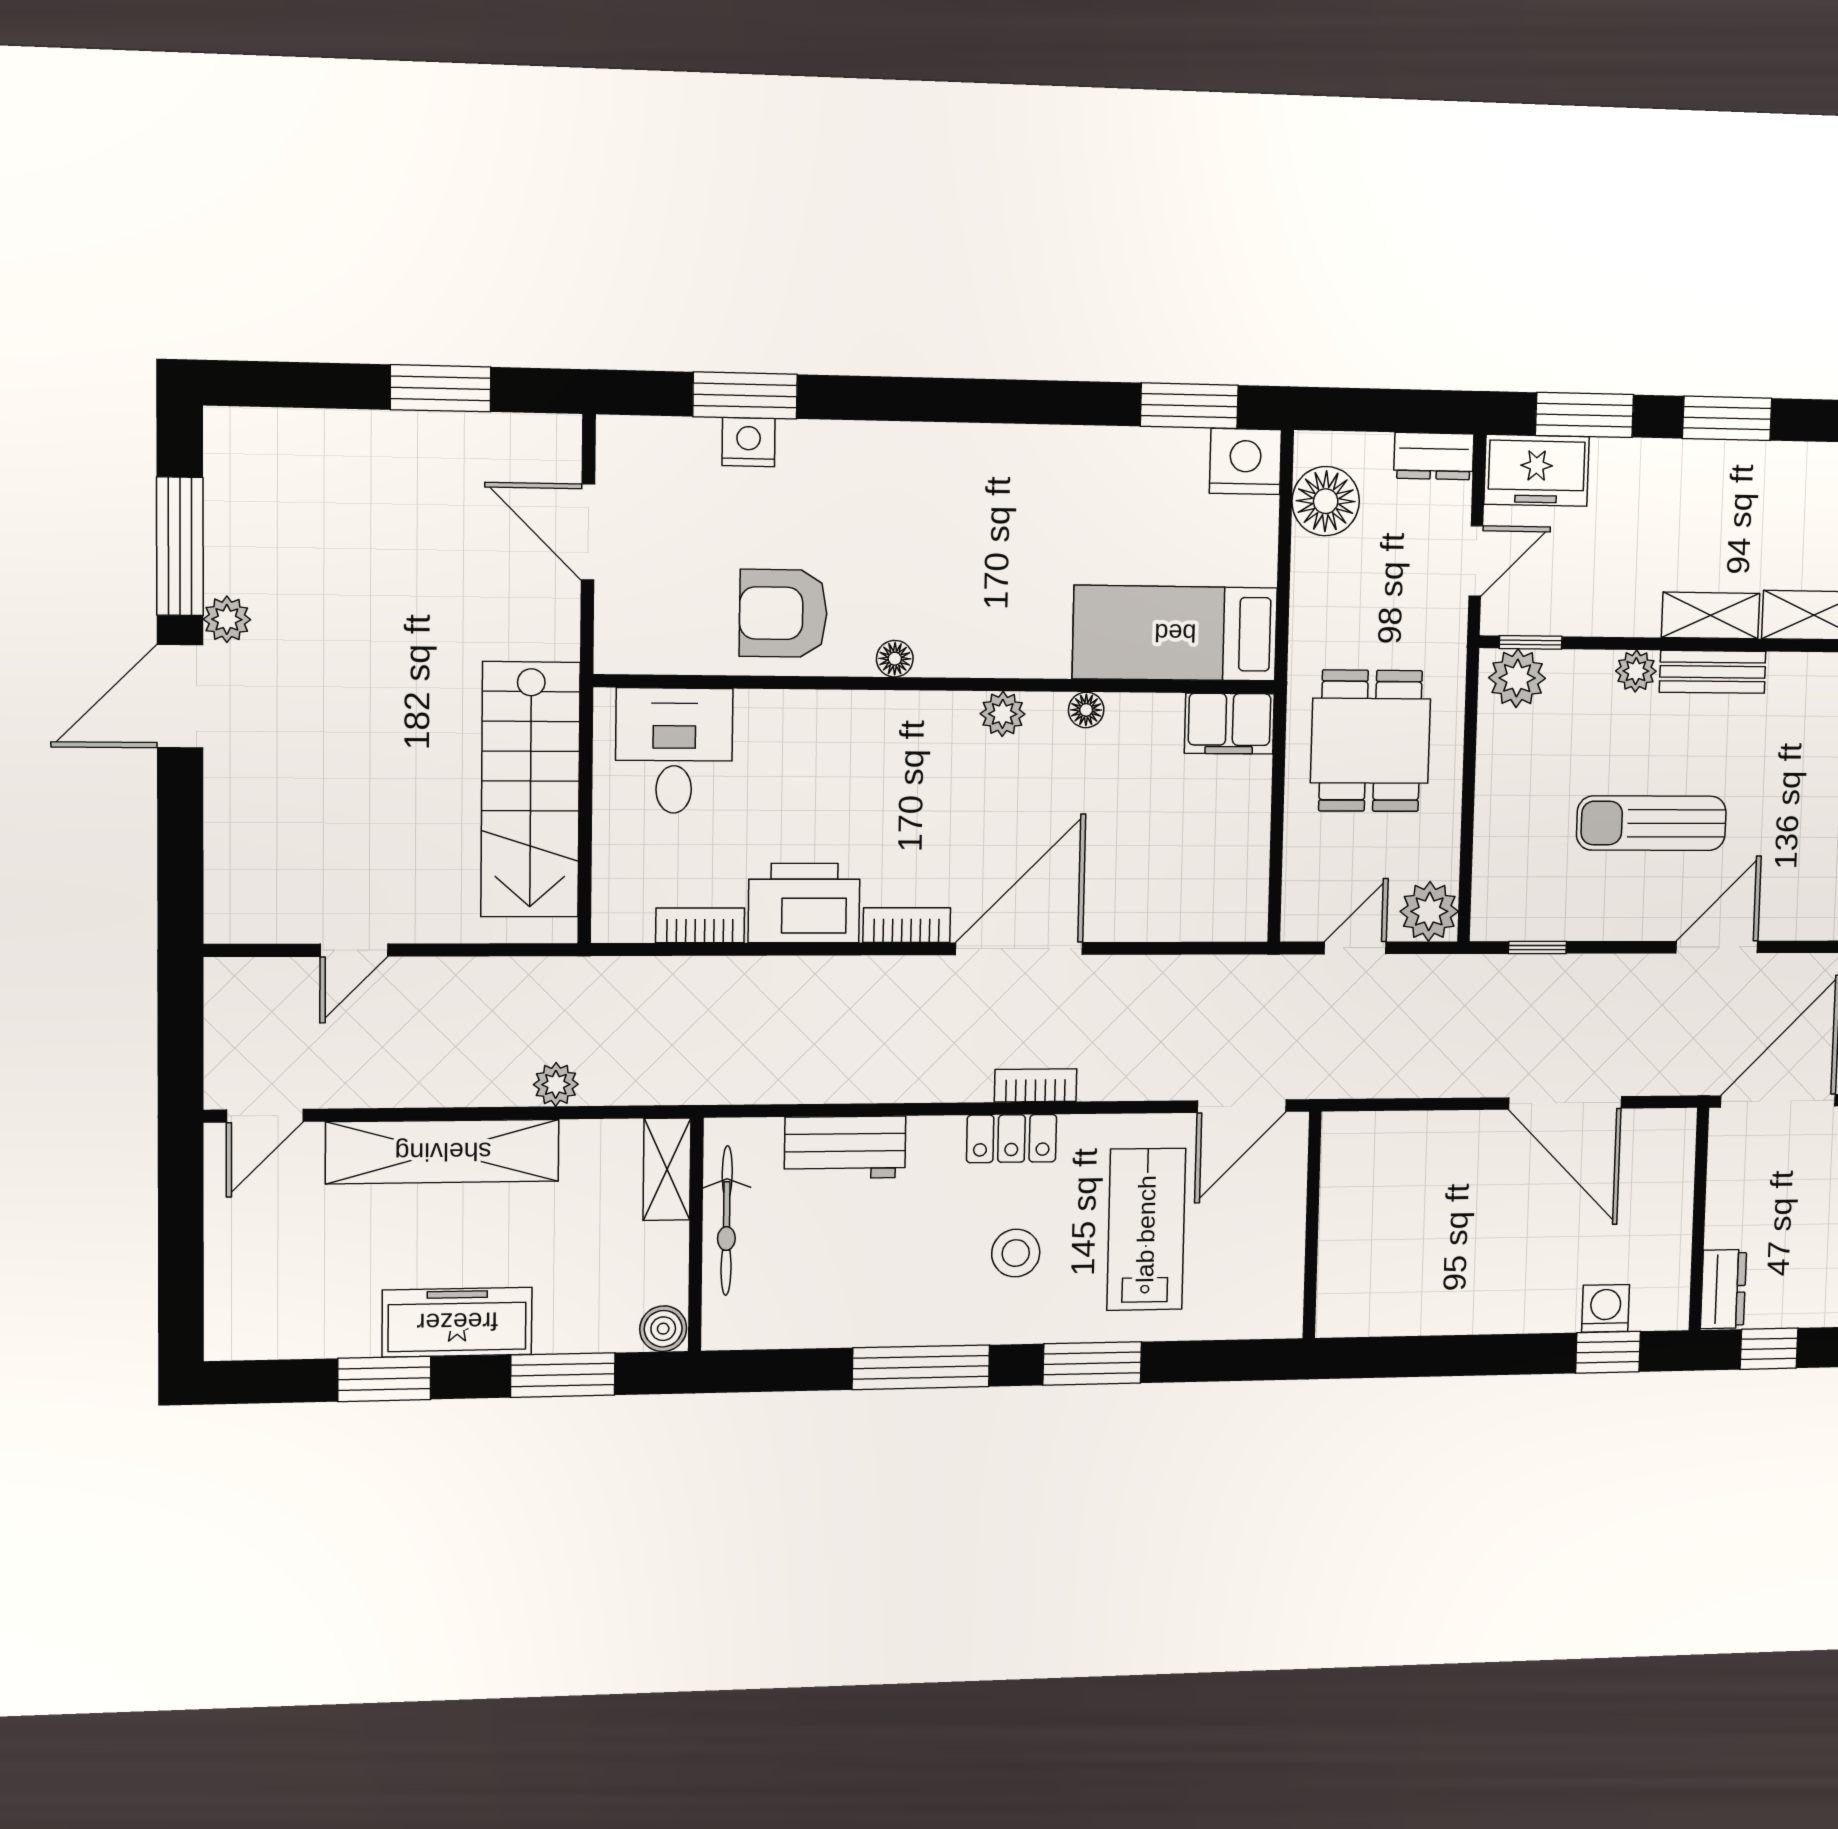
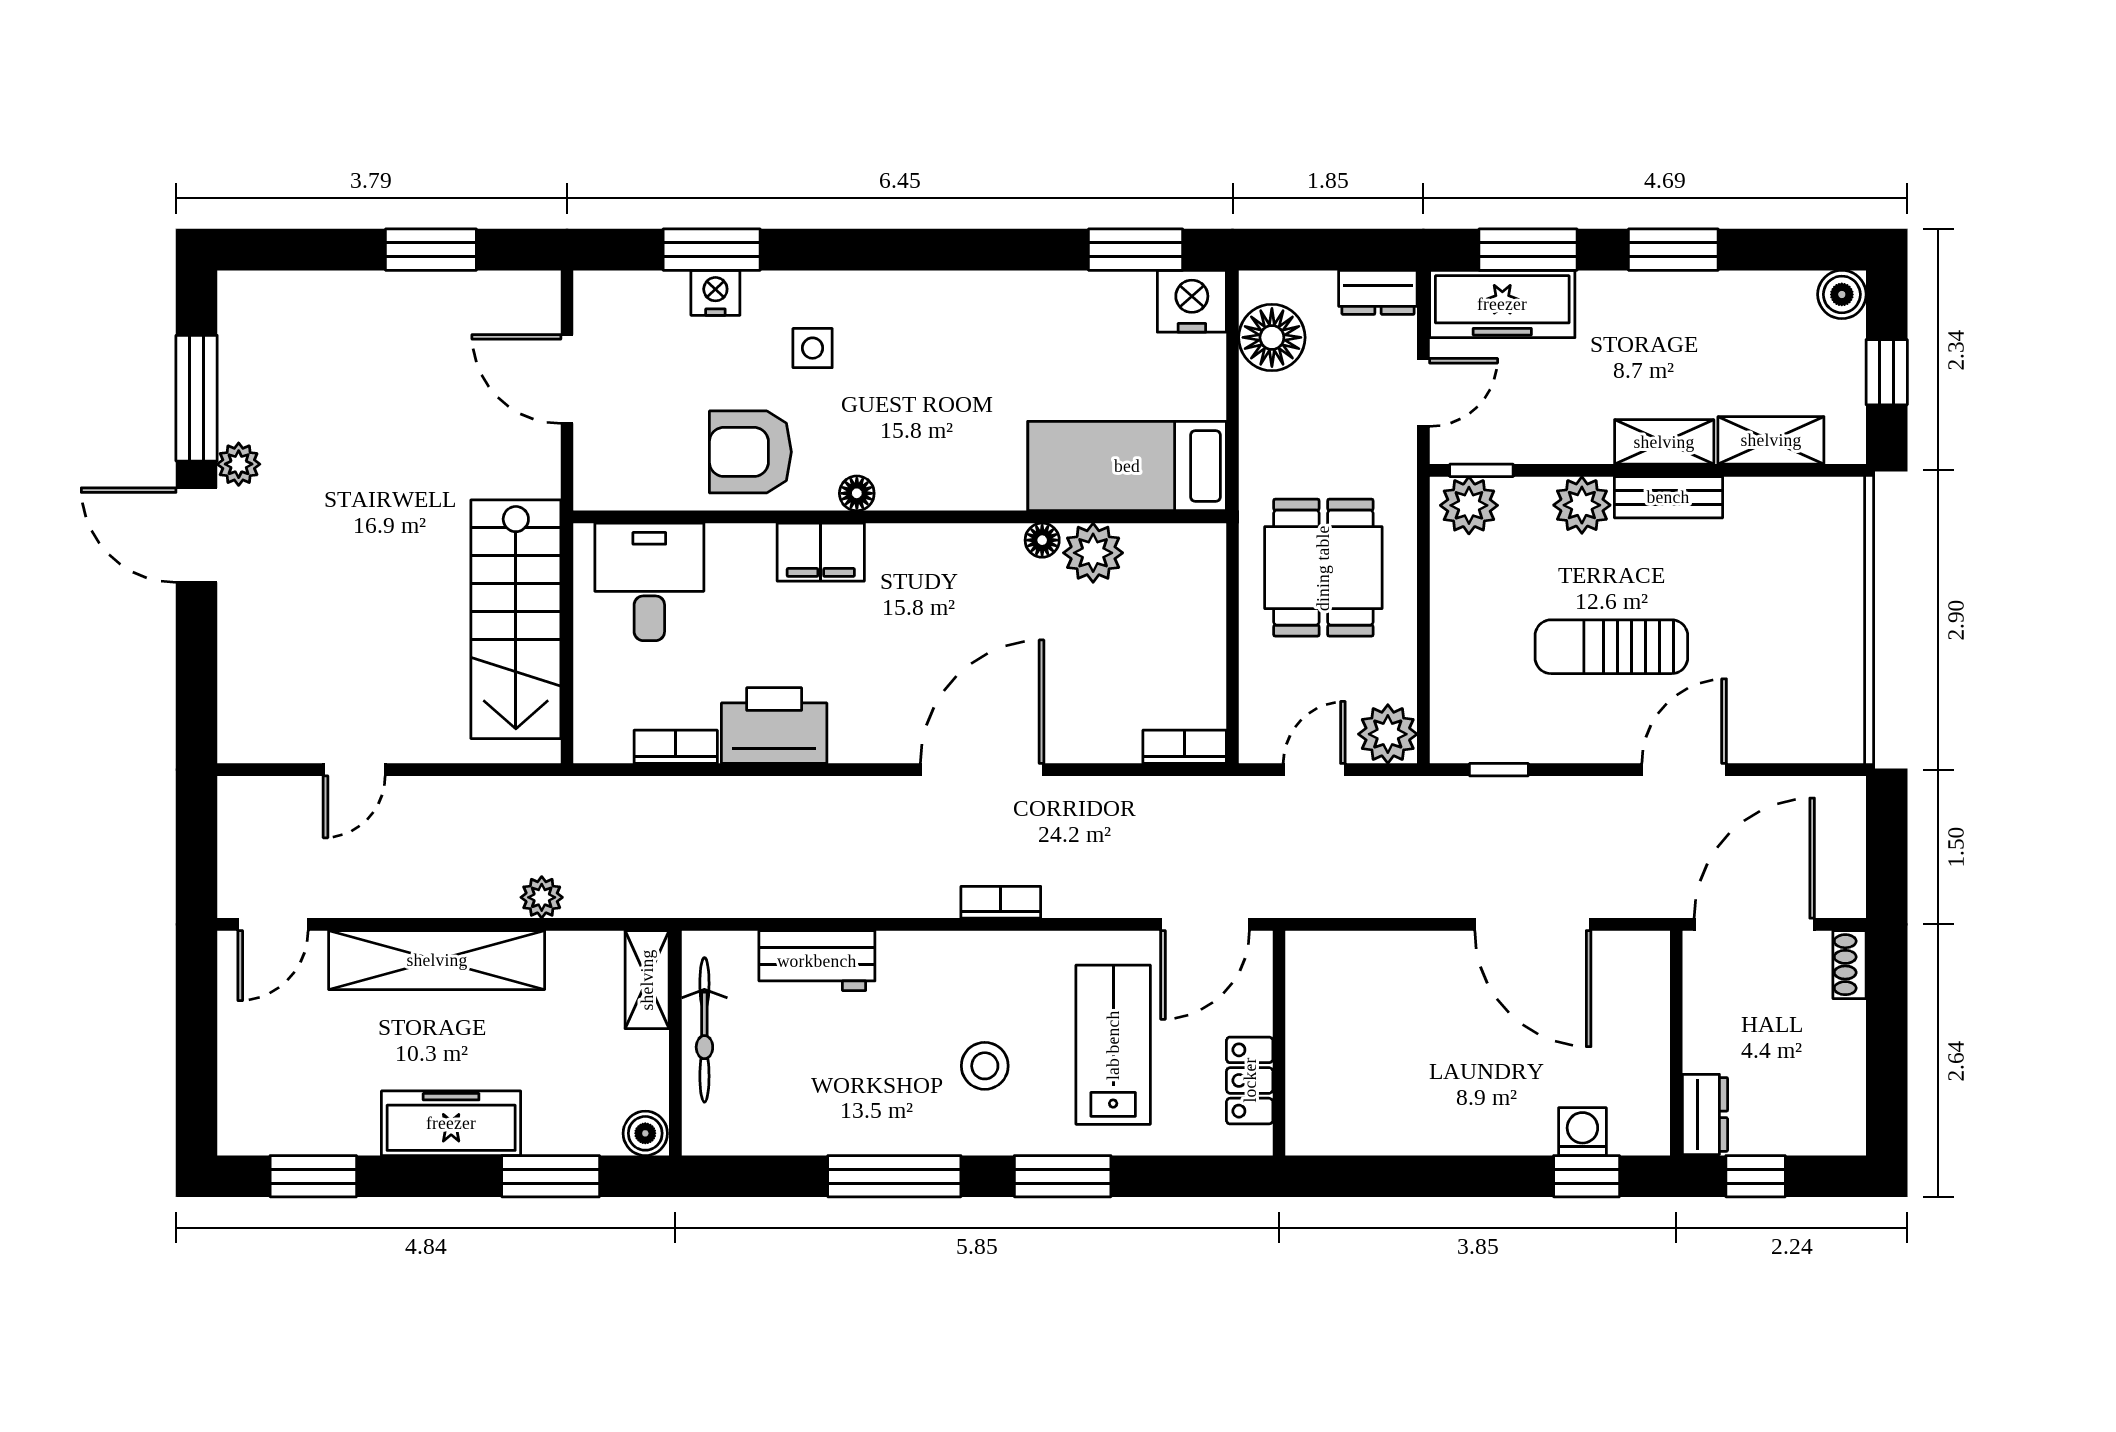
freezer: (1537, 470) -> (1502, 304), width x1.40
side table: (851, 503) -> (813, 348), added
plant: (1636, 671) -> (1582, 505), width x1.38, depth x1.38
door: (180, 696) -> (197, 535), hinge flipped
plant: (1003, 714) -> (1093, 553), moved, width x1.38, depth x1.38
filing cabinet: (1229, 724) -> (821, 552), moved
bookcase: (907, 925) -> (1185, 747), moved
locker: (1011, 1139) -> (1250, 1080), moved, turned 90
window: (384, 1379) -> (313, 1176), moved

